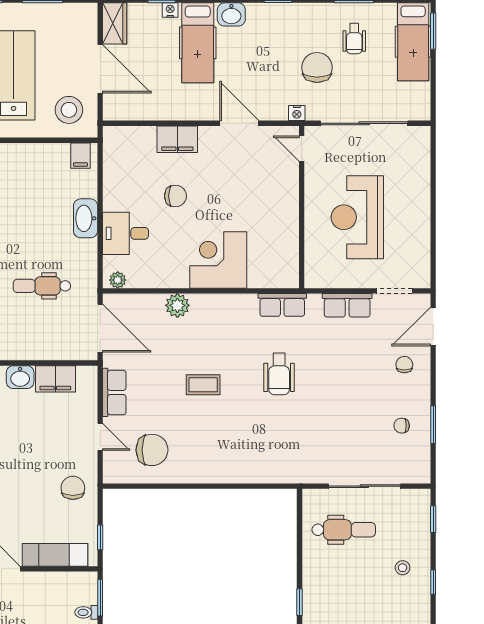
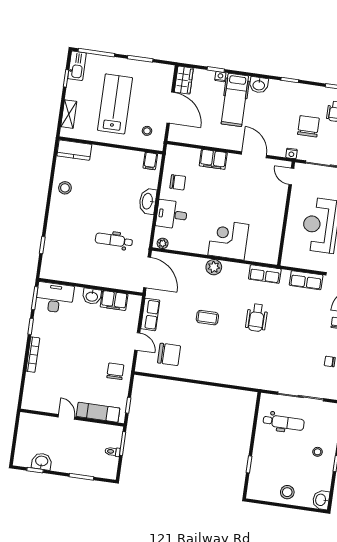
stool: (69, 110) -> (147, 131), width x0.53, depth x0.53
chair: (175, 196) -> (178, 182), moved
plant: (177, 305) -> (214, 267), moved

